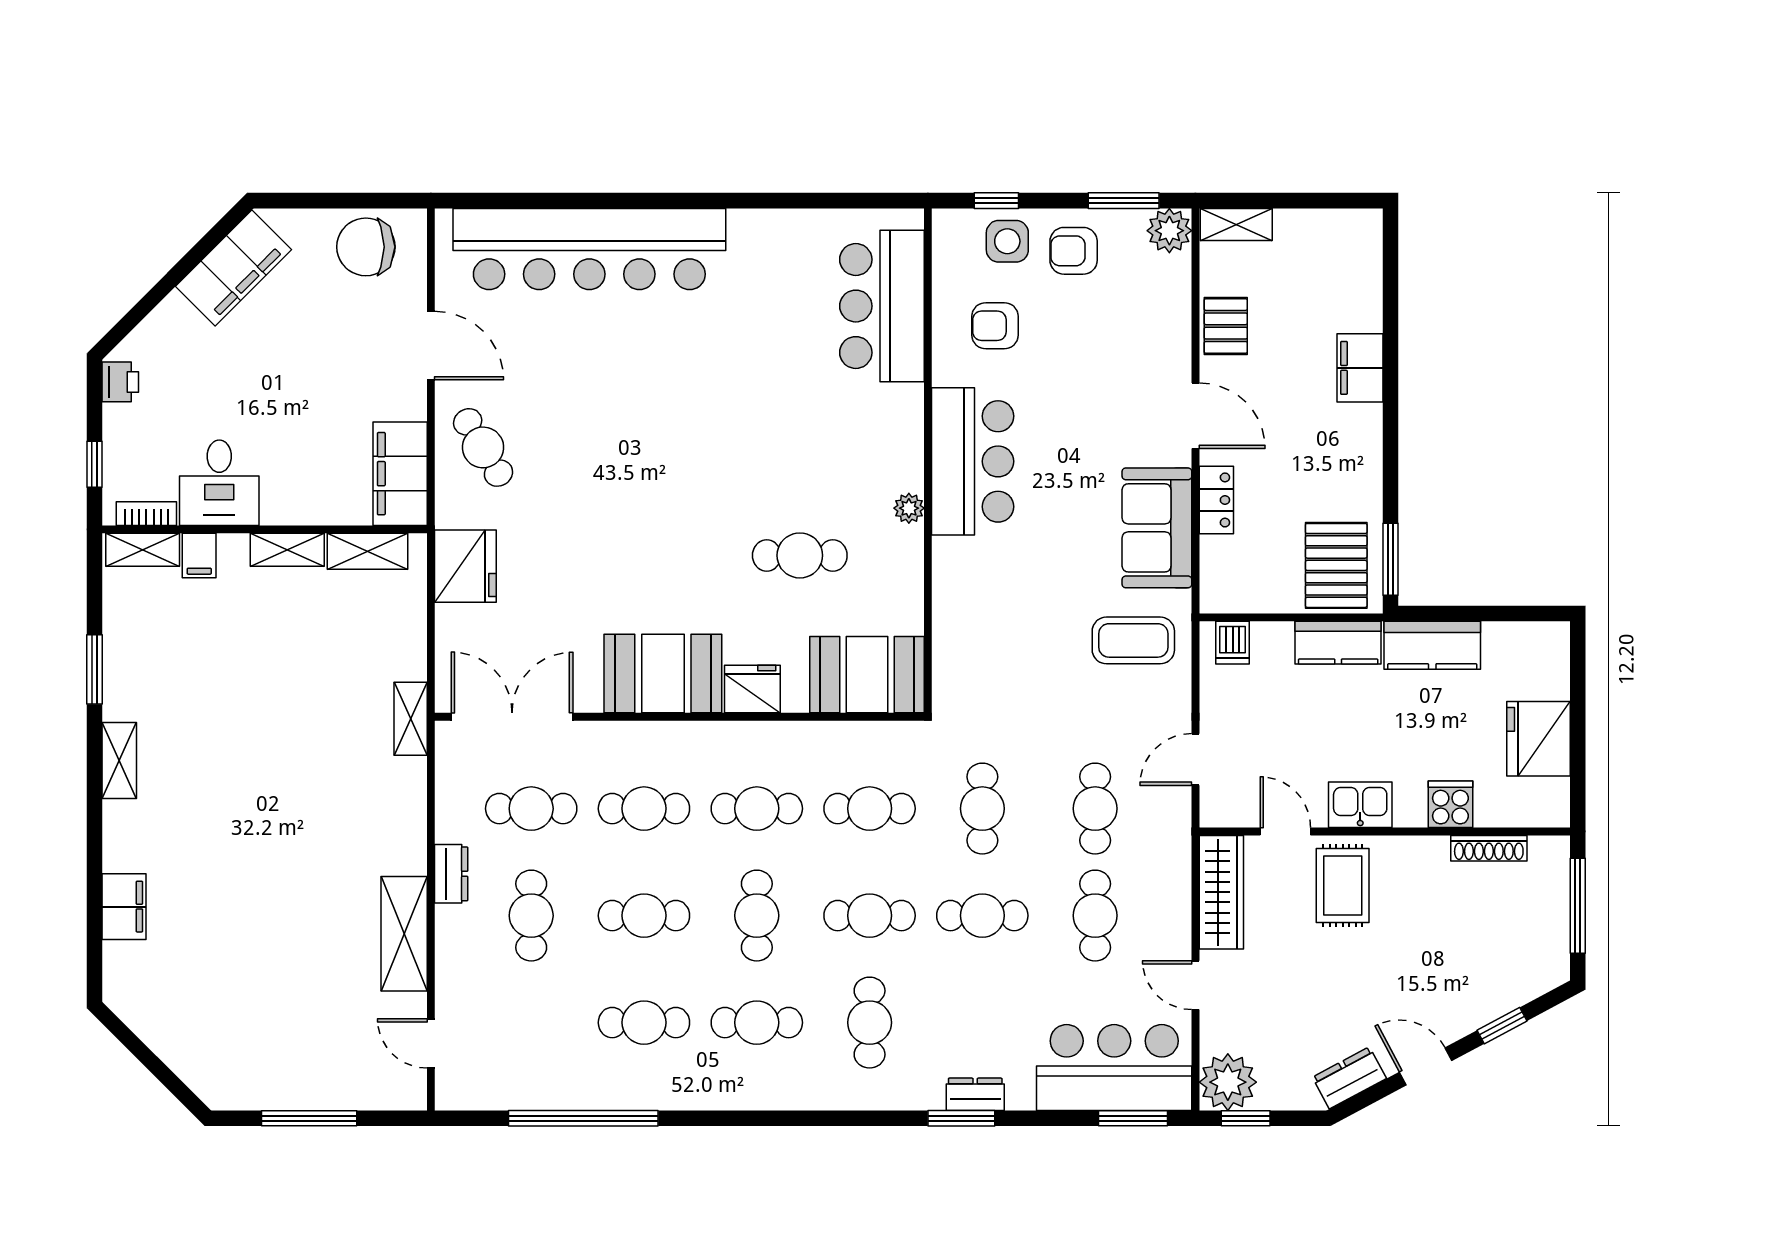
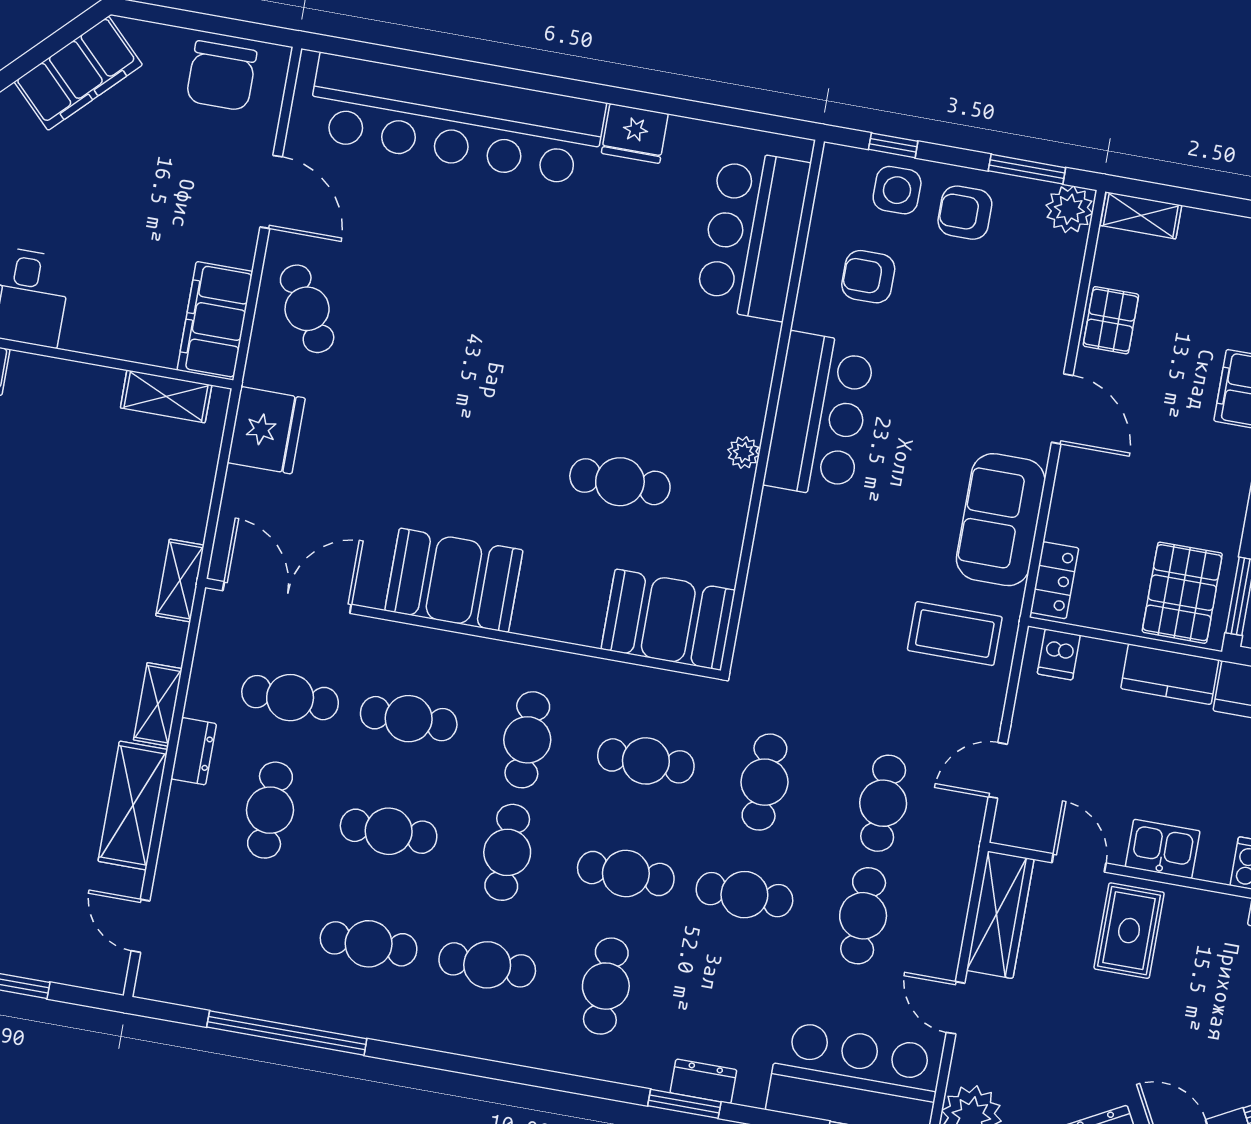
chair: (366, 247) -> (221, 76), turned -90
locker: (1216, 500) -> (1054, 580), moved
shelving: (287, 550) -> (158, 704), moved, turned 90
fridge: (752, 689) -> (635, 133), moved, turned 180
cafe table: (757, 809) -> (527, 740), turned 90

